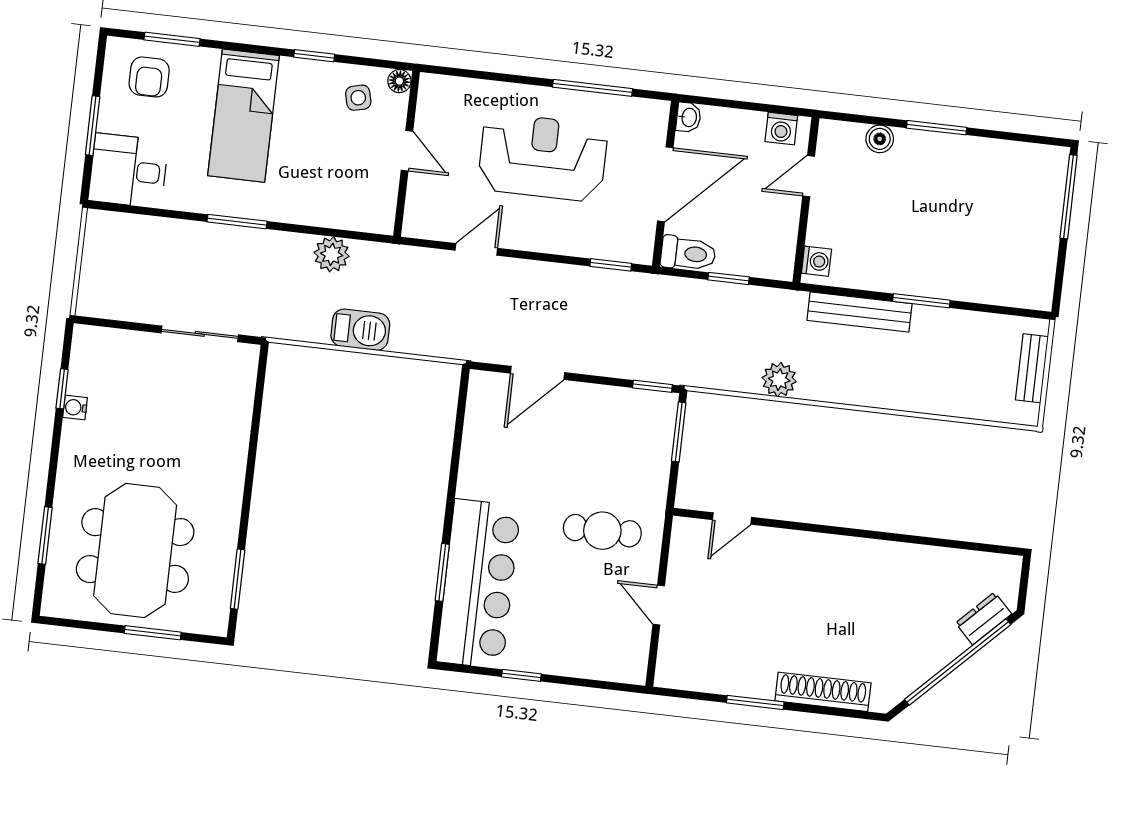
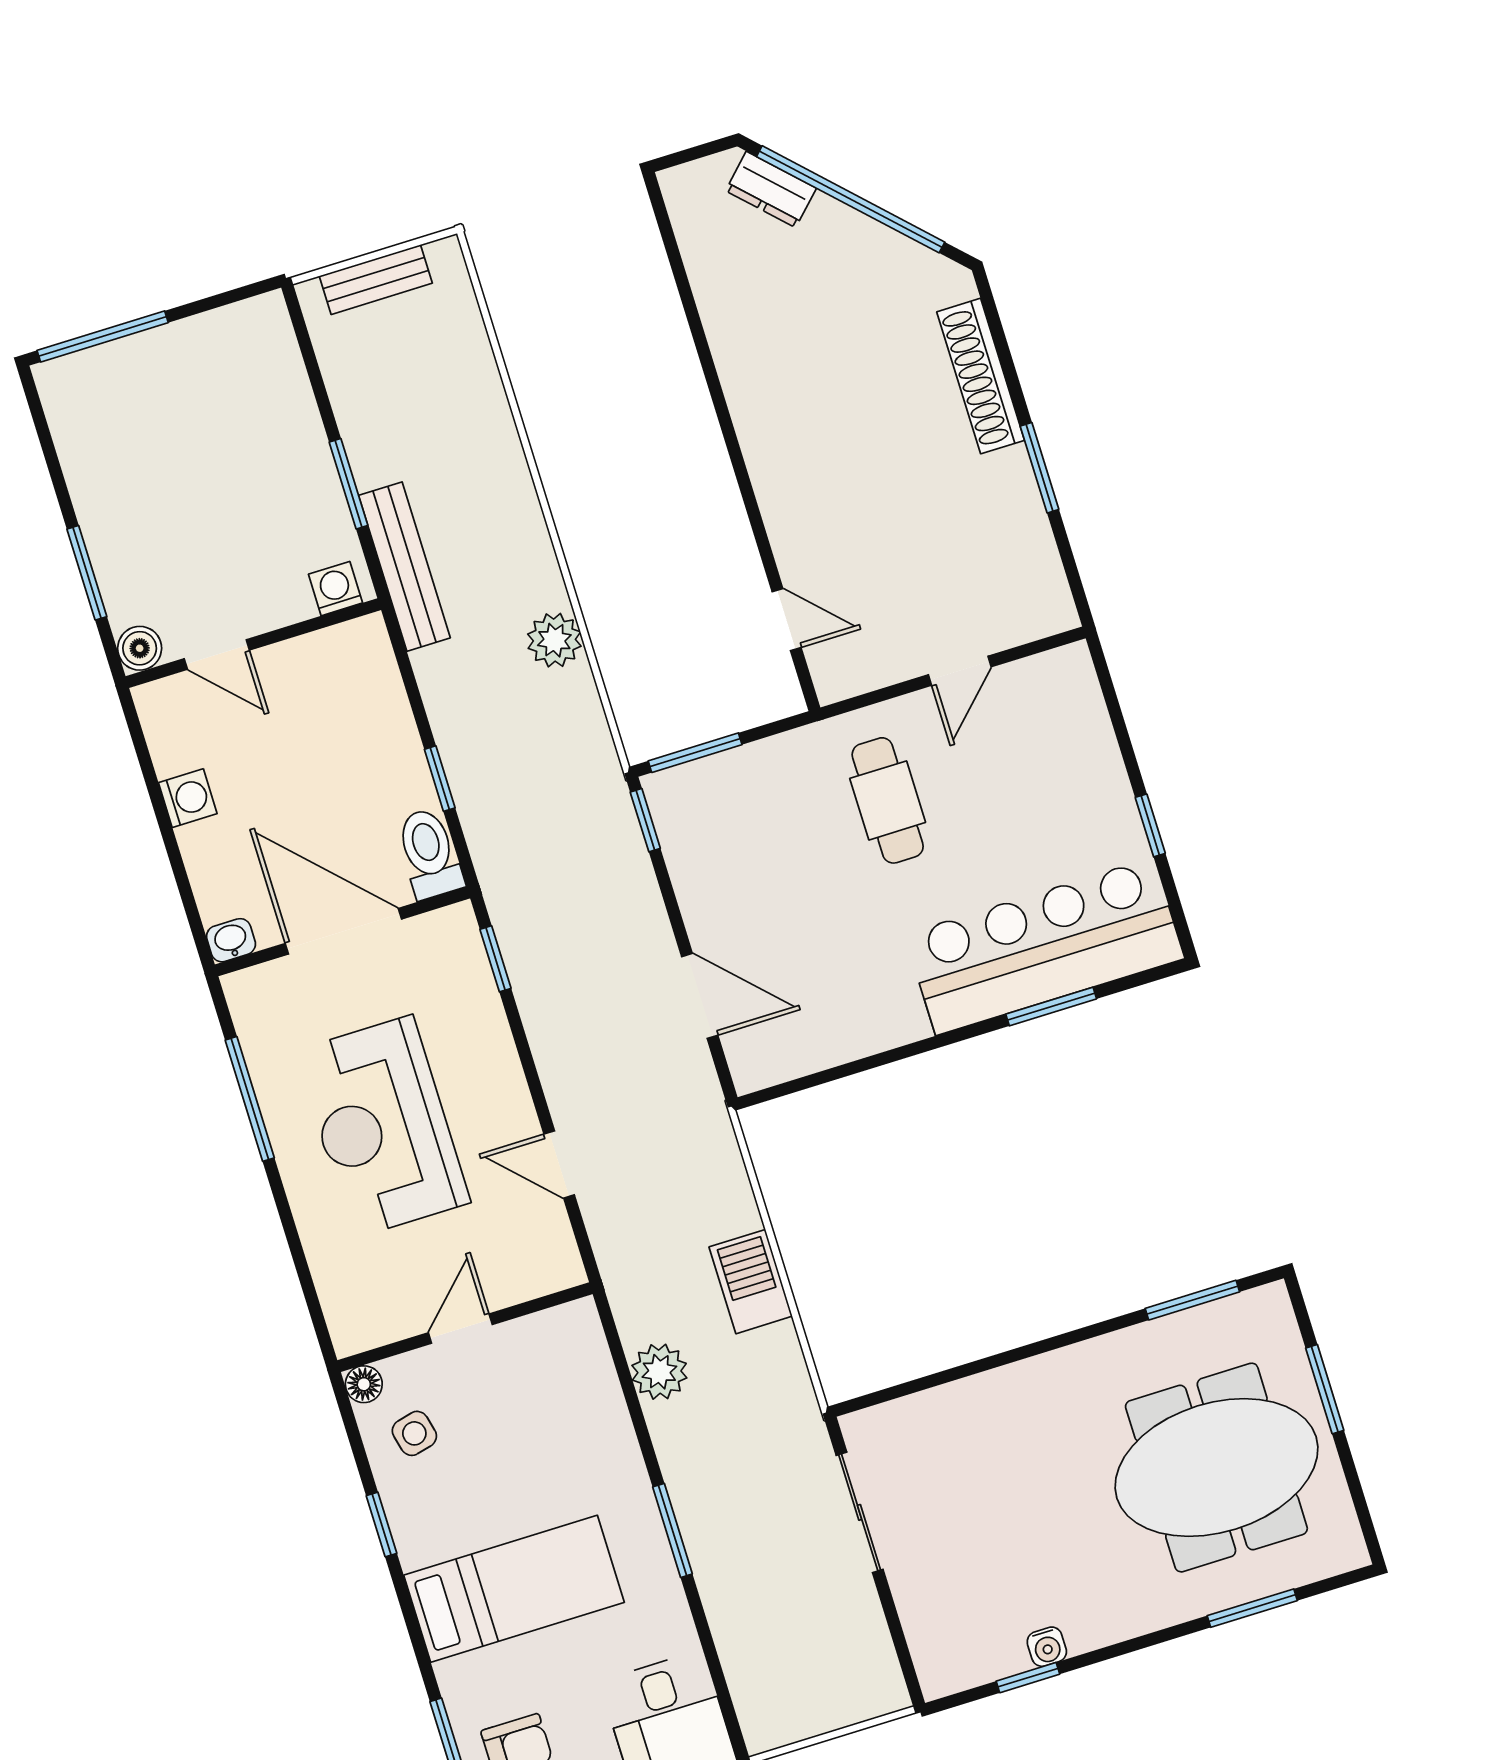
door: (809, 176) -> (217, 654), moved
wall: (806, 200) -> (253, 643), moved
washing machine: (816, 261) -> (335, 589), moved

